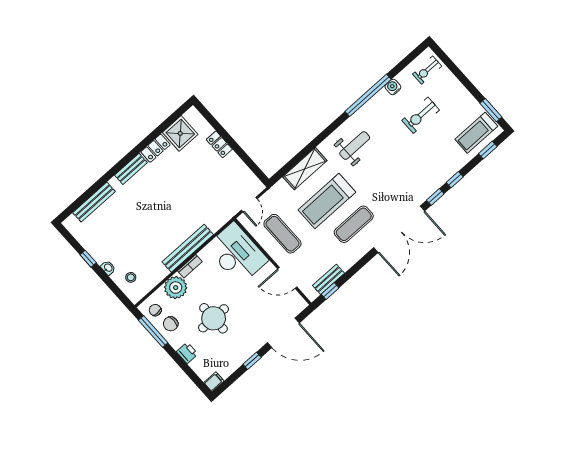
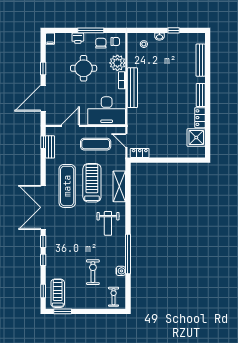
locker: (219, 144) -> (140, 153), moved
exercise mat: (354, 224) -> (67, 186), width x1.36, depth x1.45
window: (153, 331) -> (91, 30), moved

